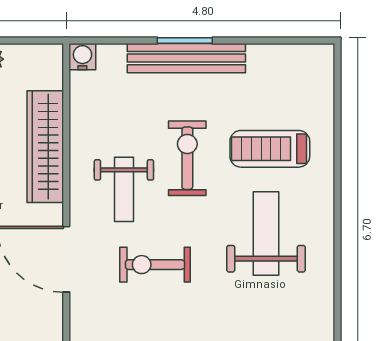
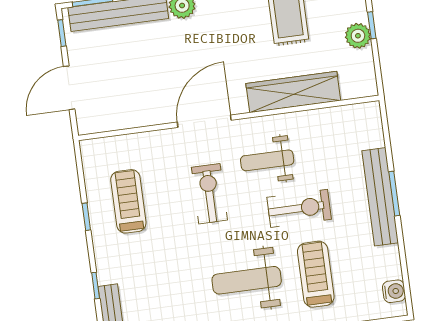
water cooler: (82, 57) -> (394, 291), moved
weight bench: (266, 234) -> (247, 280), turned 180

